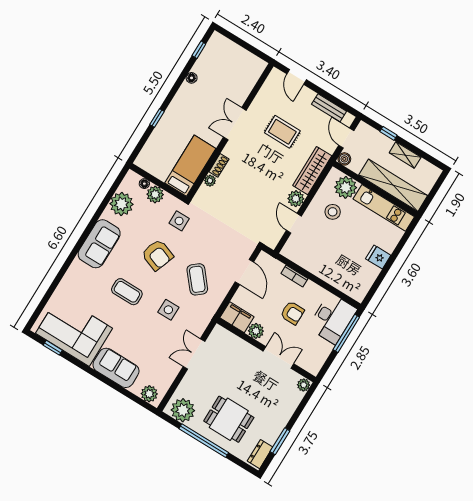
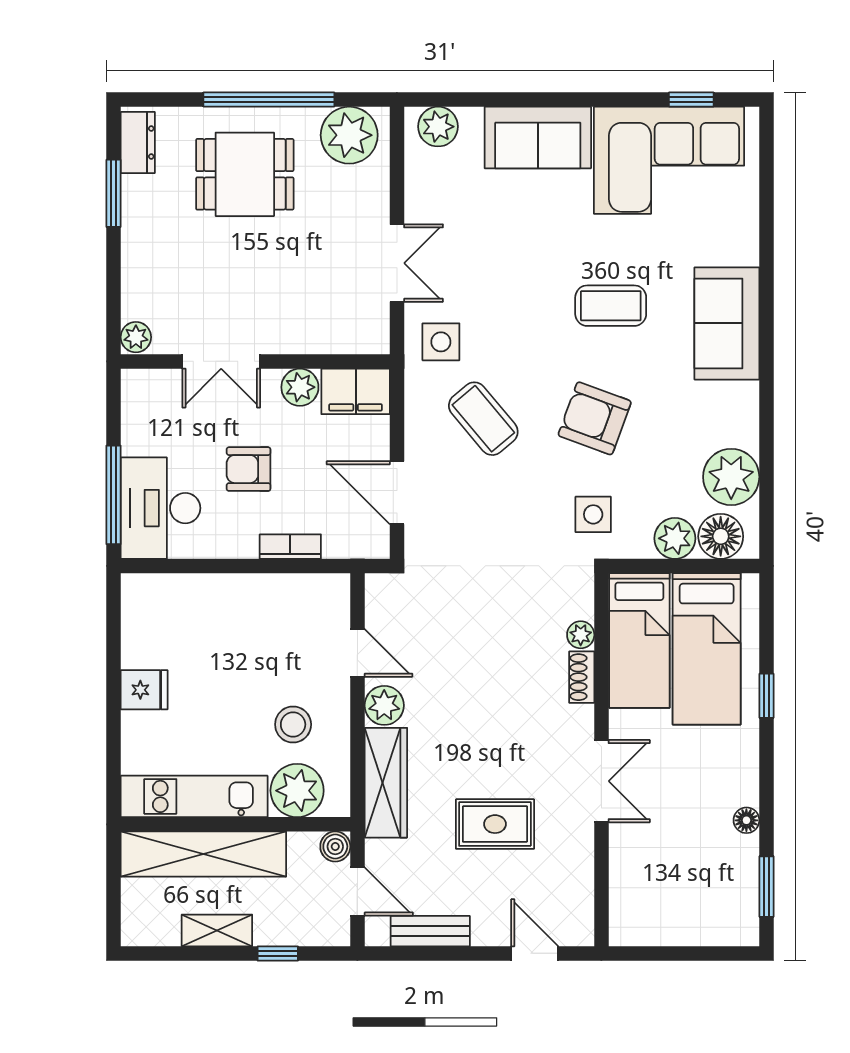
window: (199, 50) -> (766, 887), width x1.50
bed: (168, 148) -> (707, 649), added
floor lamp: (144, 184) -> (721, 536), width x1.89, depth x1.89
sofa: (99, 244) -> (727, 323), moved
side table: (168, 310) -> (441, 342), moved

